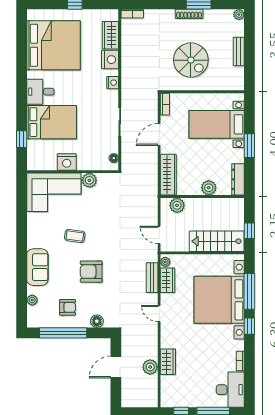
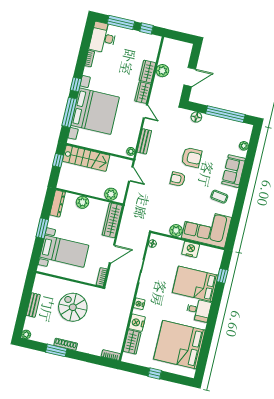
coffee table: (75, 236) -> (219, 197), moved
wardrobe: (168, 280) -> (143, 93), moved
armchair: (67, 307) -> (178, 179), moved

